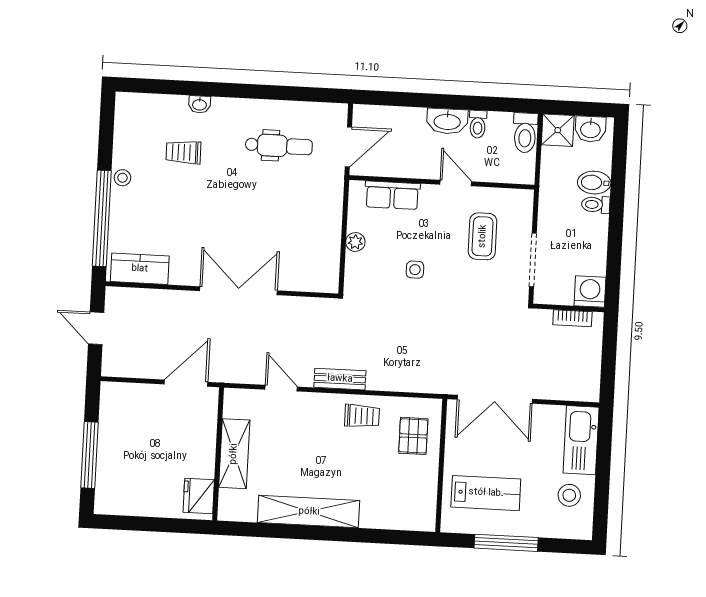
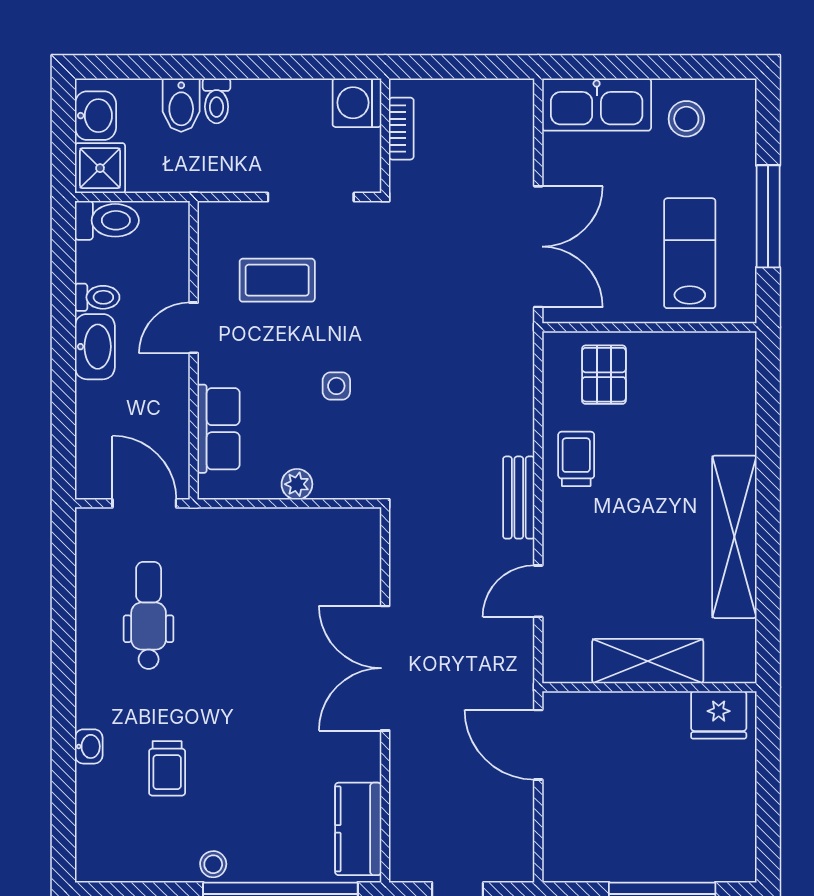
pallet: (413, 436) -> (604, 375), turned 90

